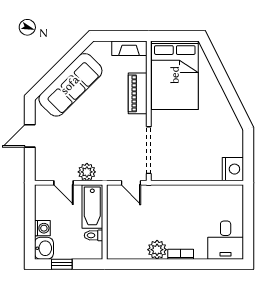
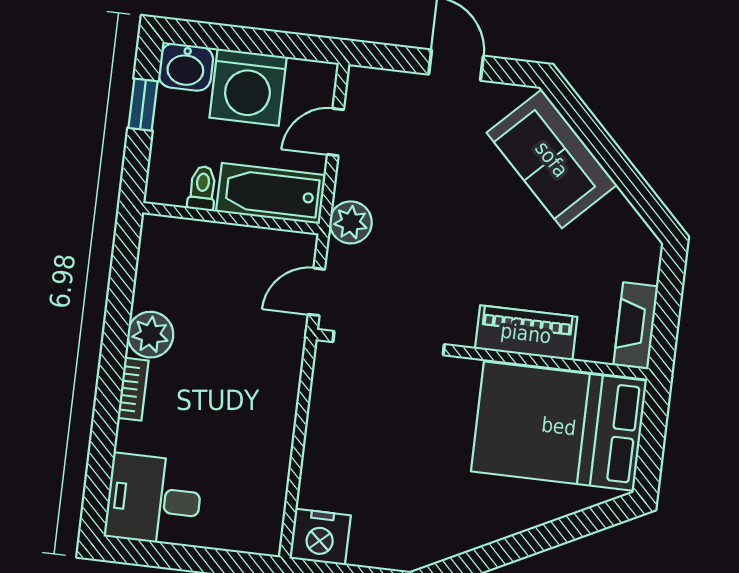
sofa: (70, 85) -> (552, 159), width x0.73
plant: (87, 172) -> (351, 222), moved
washing machine: (42, 228) -> (248, 87), width x1.89, depth x1.89

